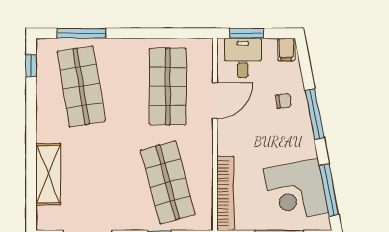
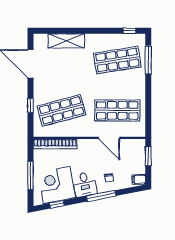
desk: (243, 58) -> (85, 184), moved, turned 79
window: (329, 190) -> (57, 204), width x0.46

